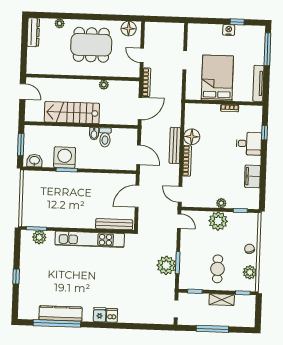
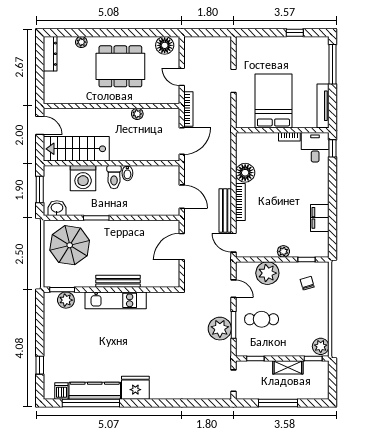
nightstand: (229, 30) -> (285, 43), removed
stairs: (72, 113) -> (76, 149), moved
window: (264, 133) -> (332, 148), moved
toilet: (105, 137) -> (114, 177), moved
desk: (249, 144) -> (315, 147), moved, turned -90
bench: (175, 145) -> (225, 211), moved
washing machine: (65, 157) -> (83, 178), moved, turned 180
parasol: (44, 192) -> (70, 245), added
door: (179, 221) -> (233, 289), moved
plant: (218, 221) -> (267, 273), moved
bench: (114, 224) -> (118, 281), moved
kitchen unit: (90, 239) -> (116, 300), width x0.73
chair: (249, 249) -> (307, 283), moved
cafe table: (218, 269) -> (262, 319), moved, turned 90
plant: (250, 272) -> (321, 346), moved
window: (16, 276) -> (40, 365), moved
fridge: (100, 315) -> (135, 388), width x1.88, depth x1.34
dishwasher: (112, 315) -> (61, 391), moved

